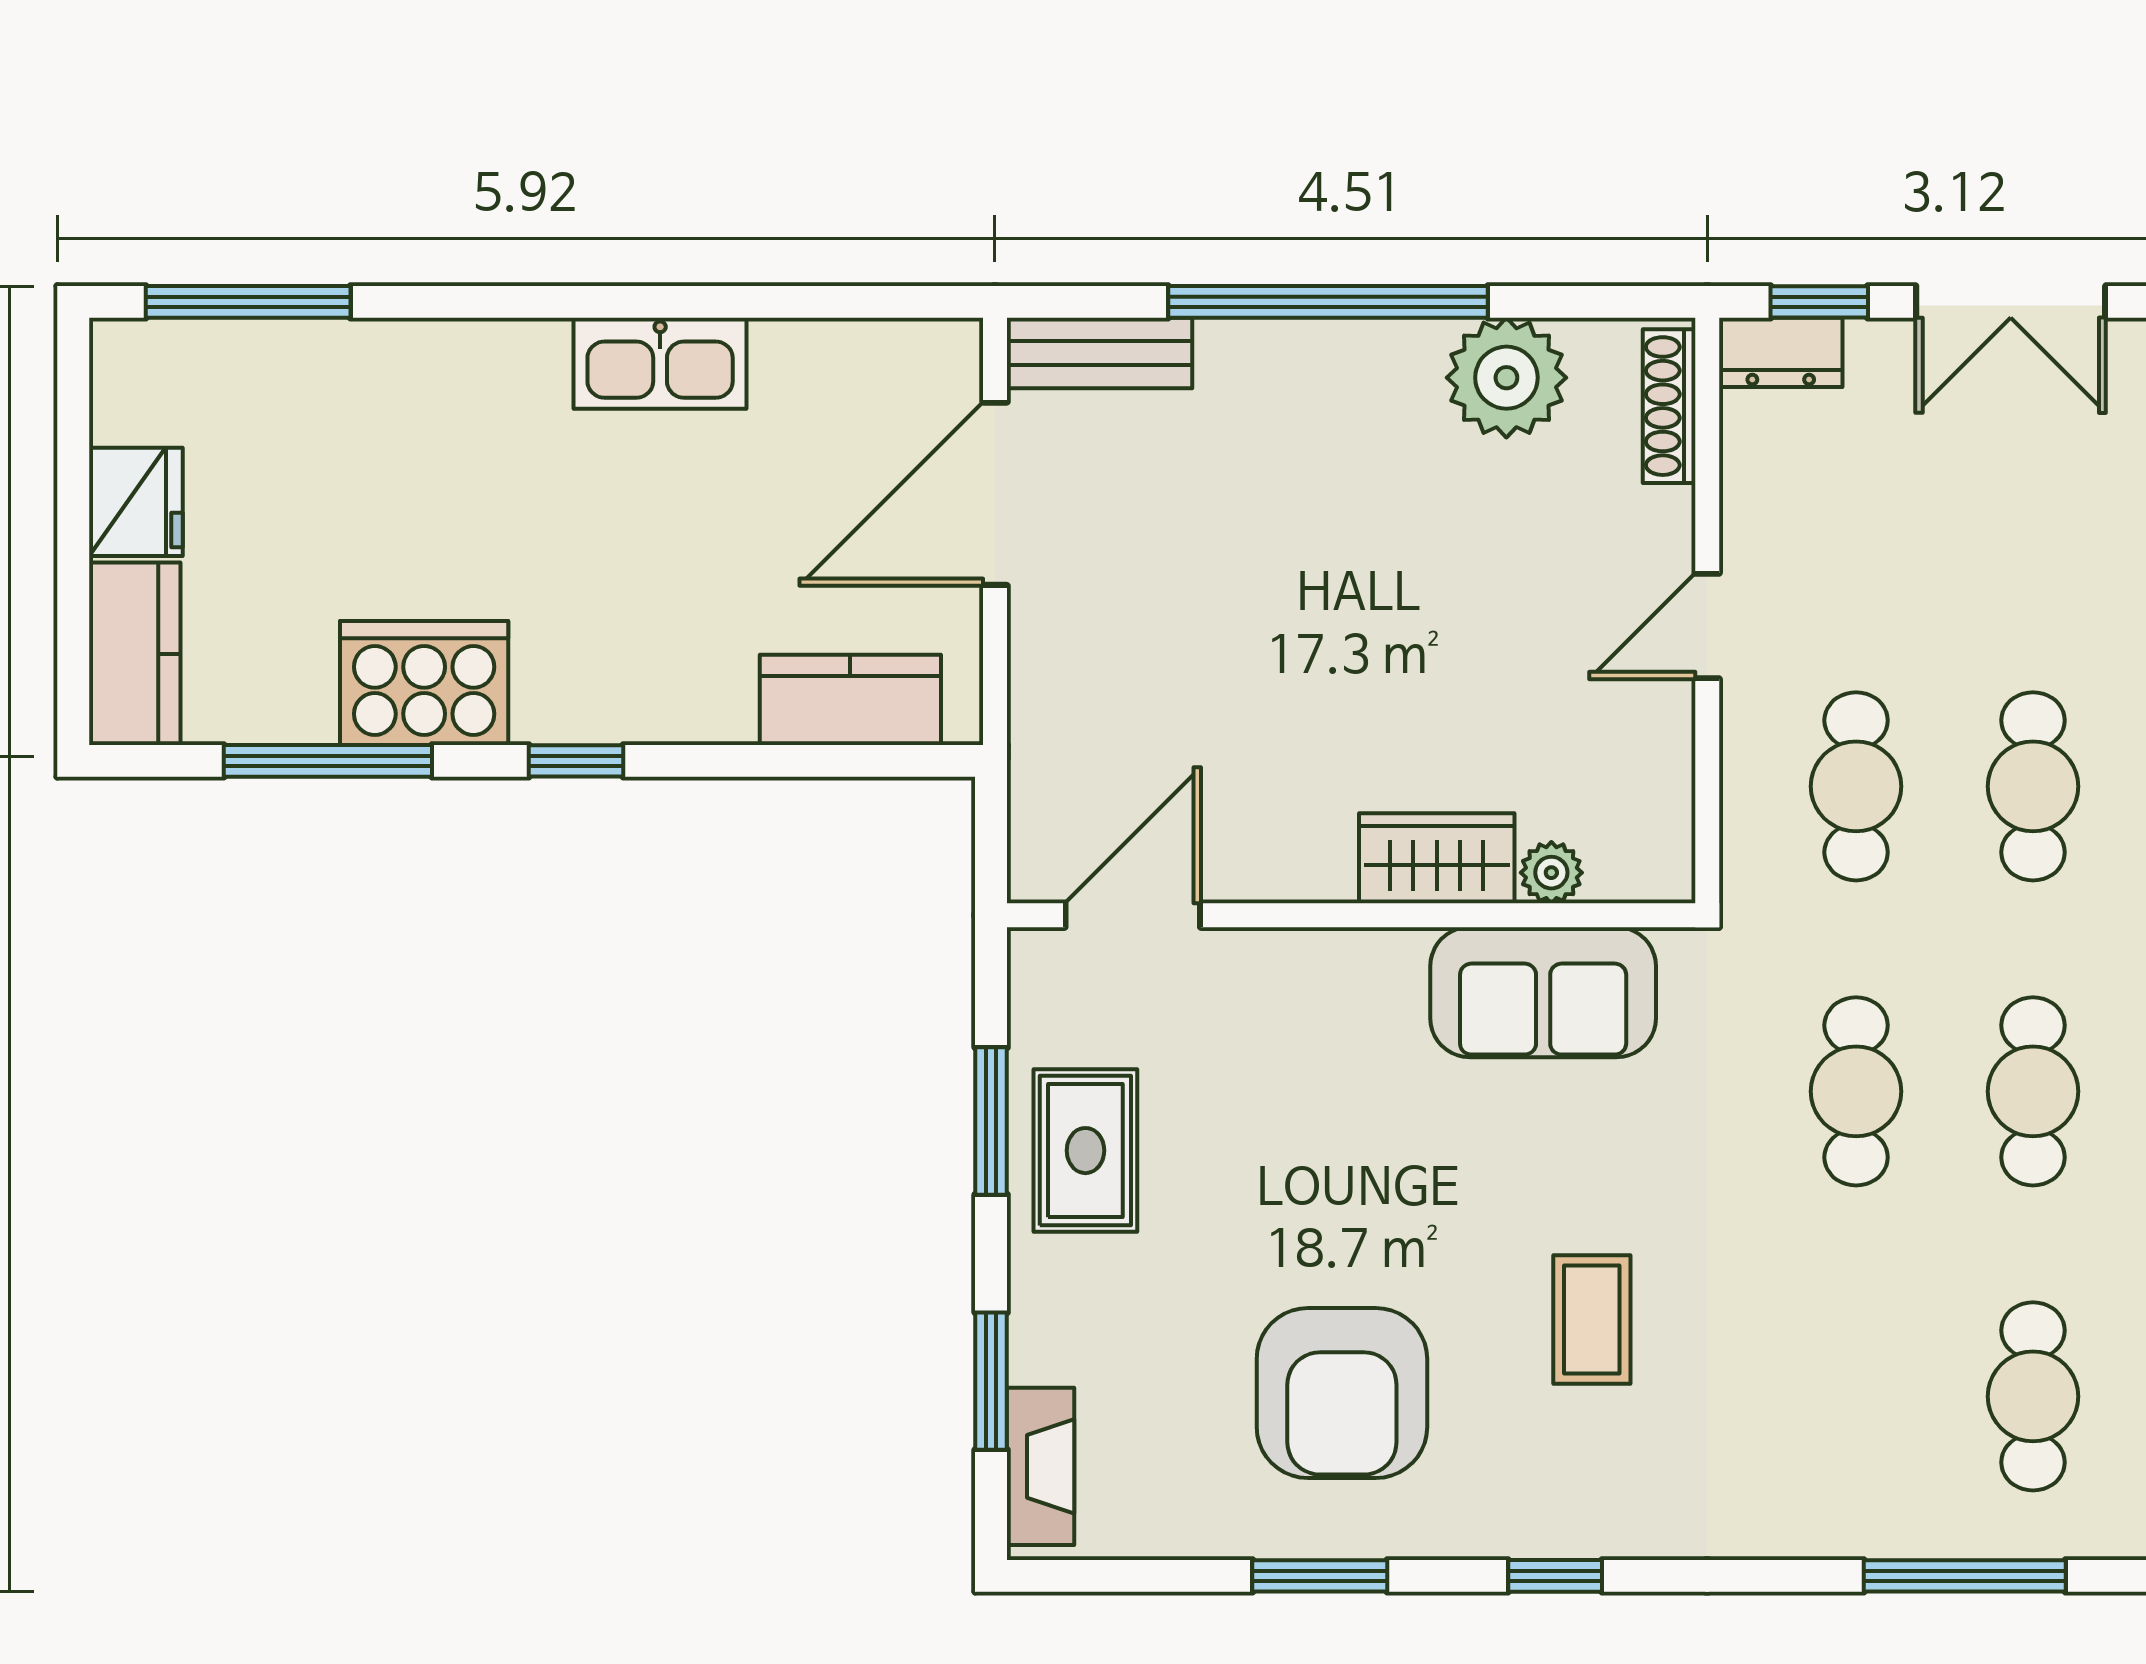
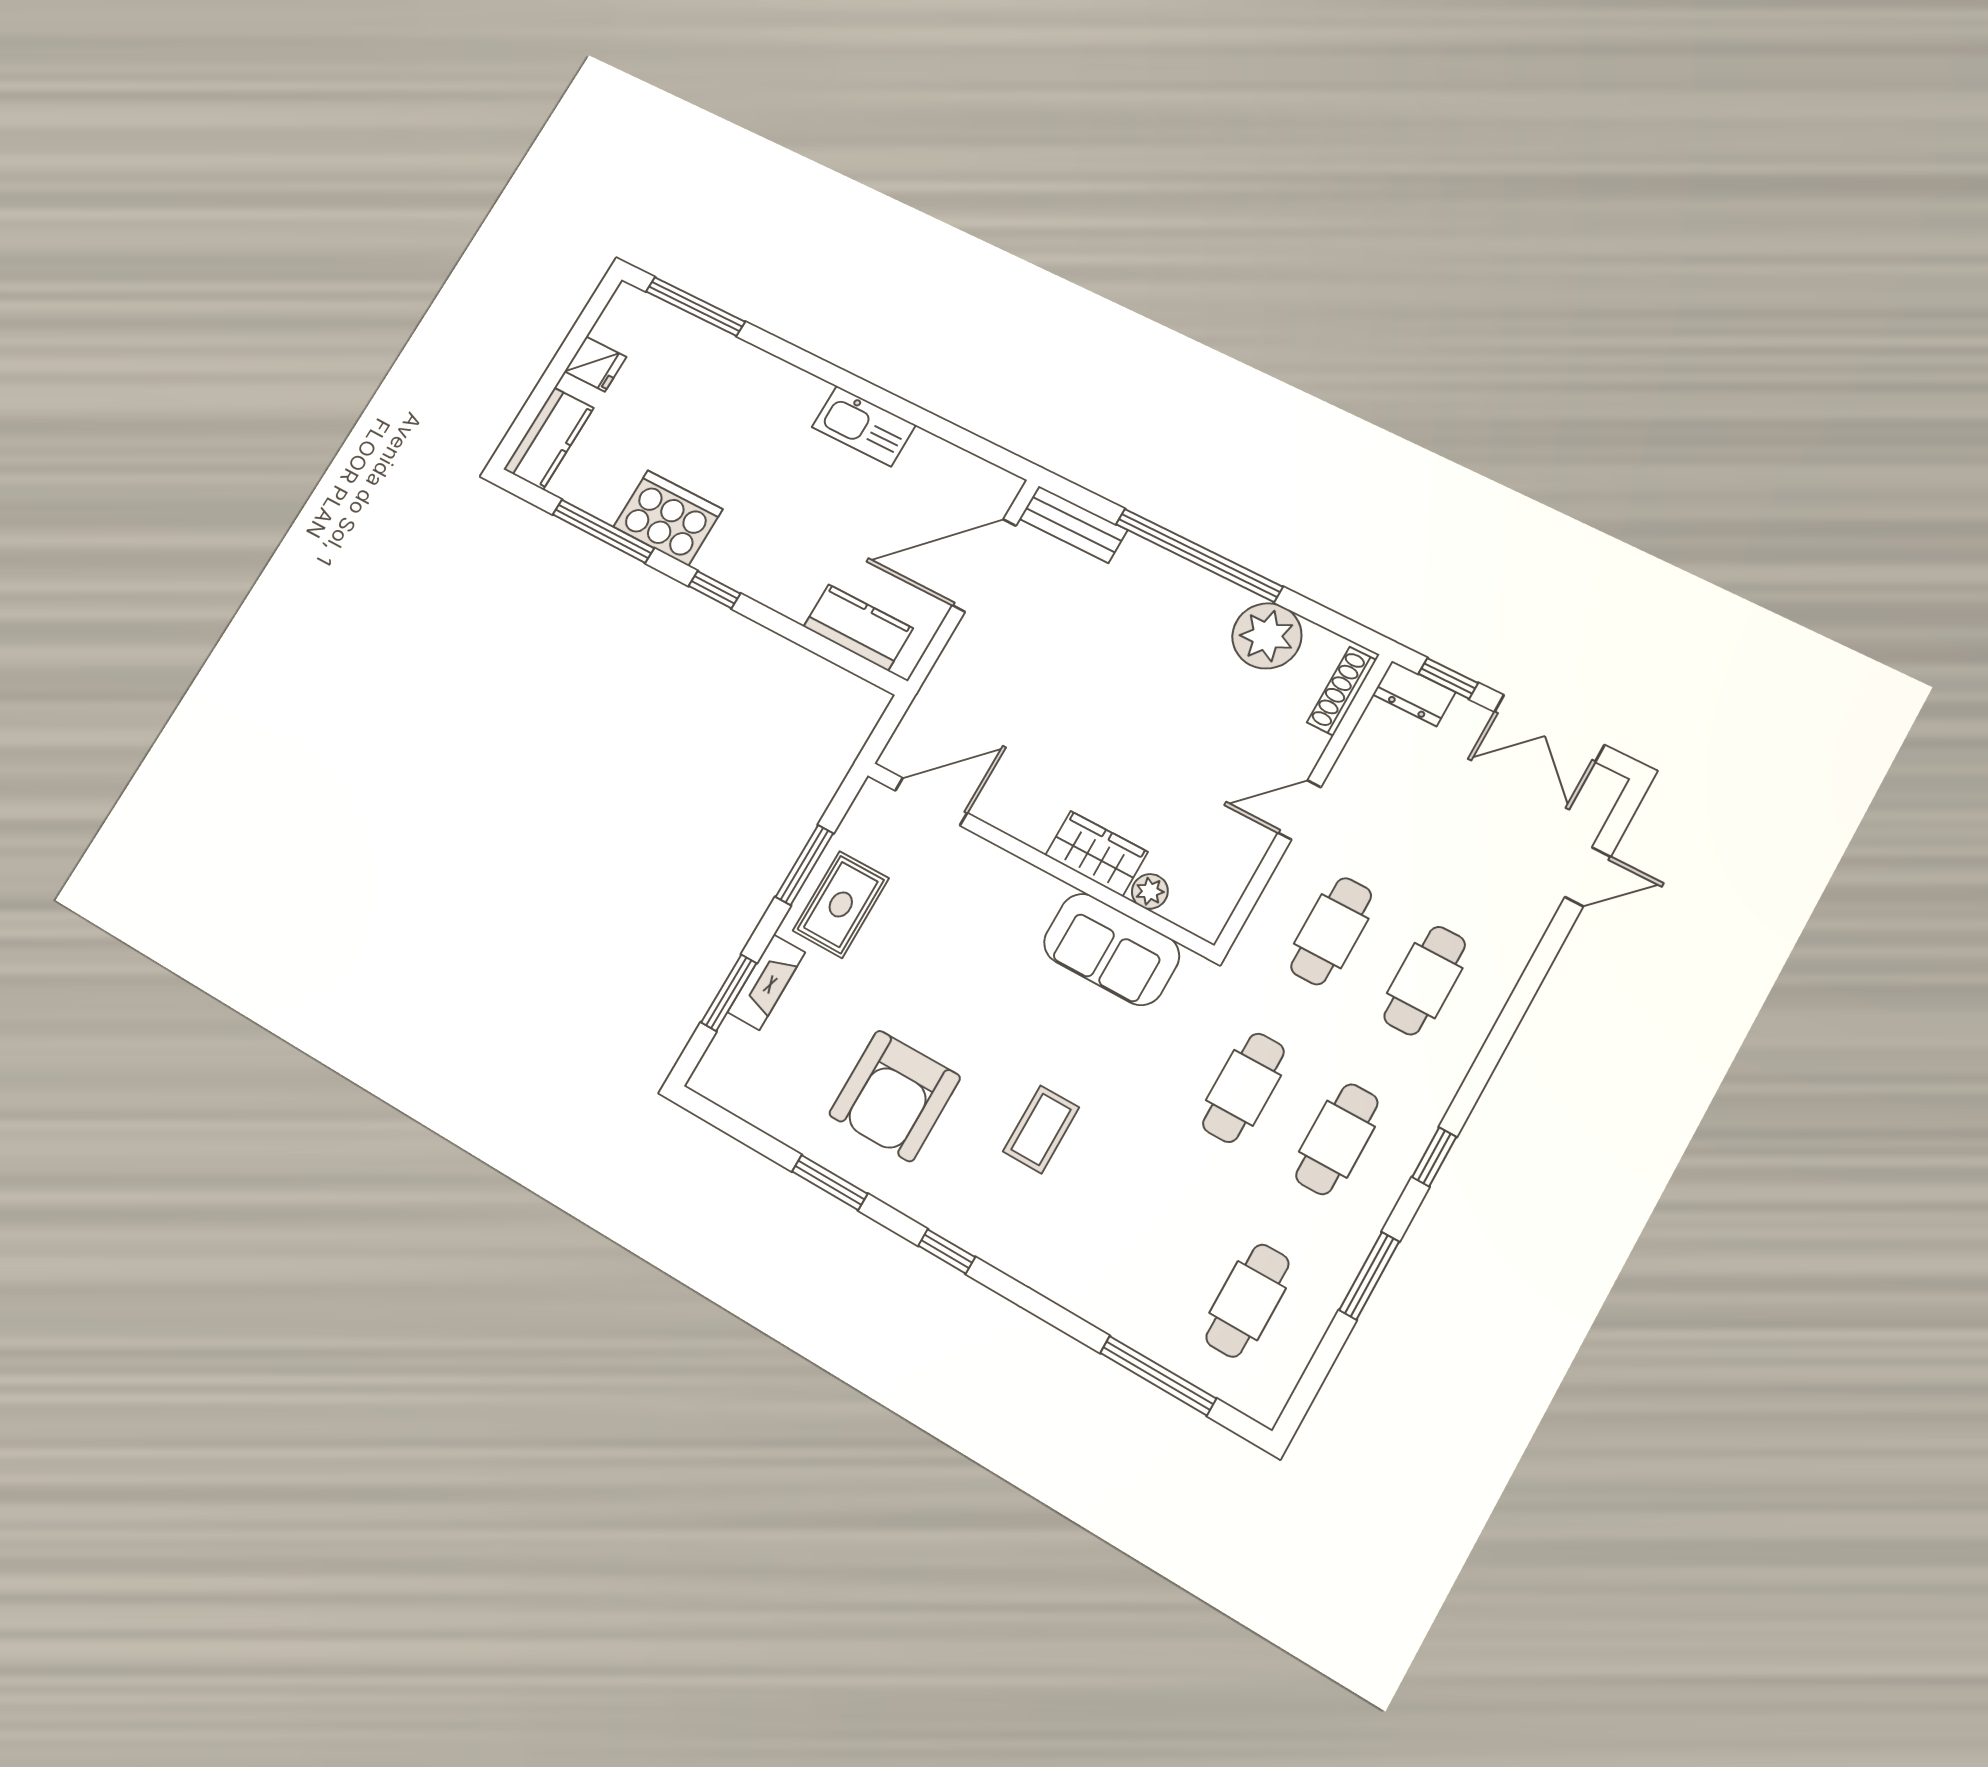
fridge: (136, 502) -> (595, 364), width x0.72
fireplace: (1041, 1466) -> (766, 982), moved

